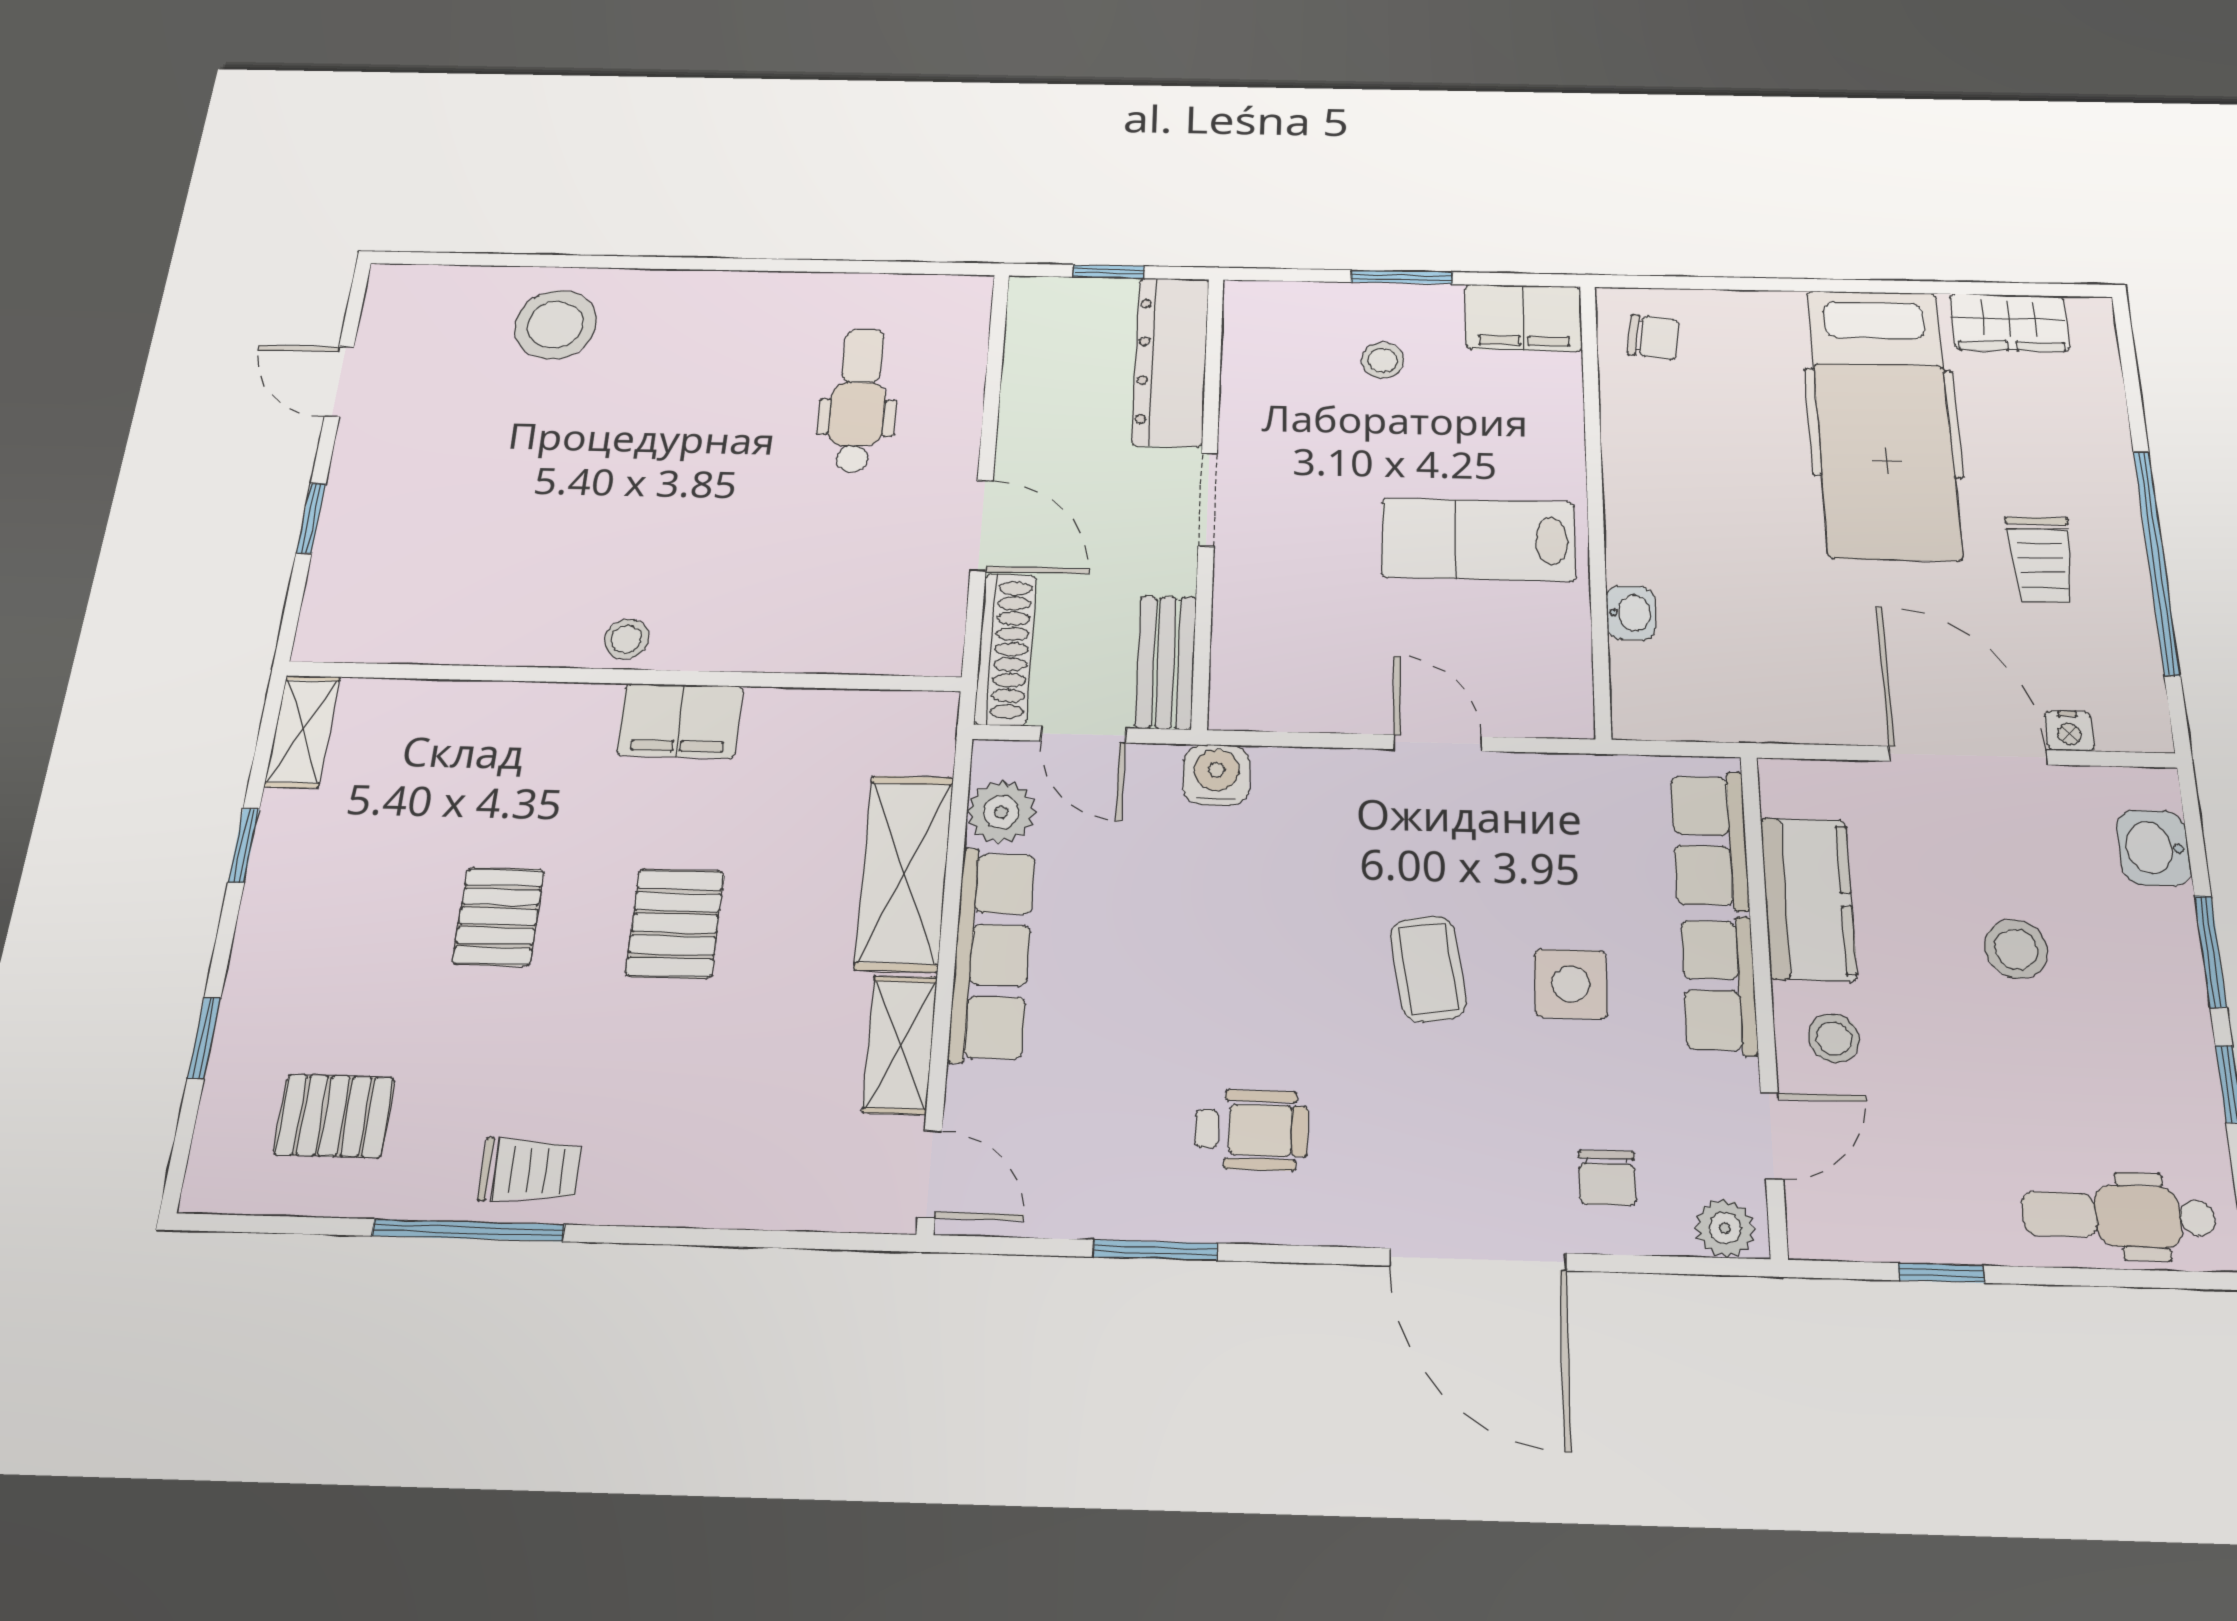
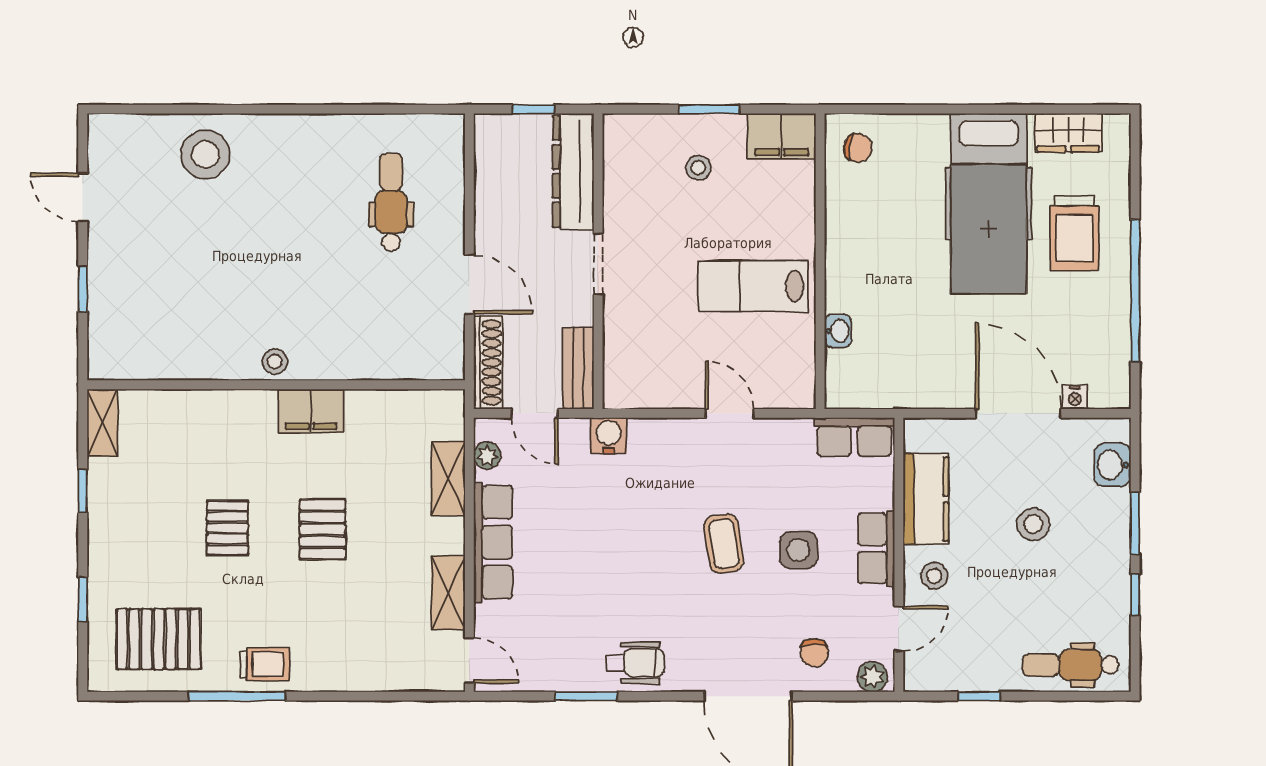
trolley: (2041, 559) -> (1075, 233), moved, width x1.36, depth x1.39
plant: (1001, 812) -> (487, 455), width x0.73, depth x0.73
row of seats: (1710, 840) -> (854, 437), moved, turned -90
shelving: (904, 872) -> (448, 478), width x0.67, depth x0.75
pallet: (334, 1116) -> (159, 639), width x1.50, depth x1.42
wheelchair: (1252, 1130) -> (635, 663), moved

